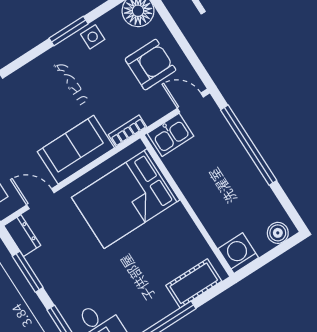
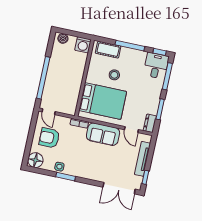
kitchen sink: (171, 135) -> (66, 107), removed
stool: (147, 255) -> (114, 75), added

